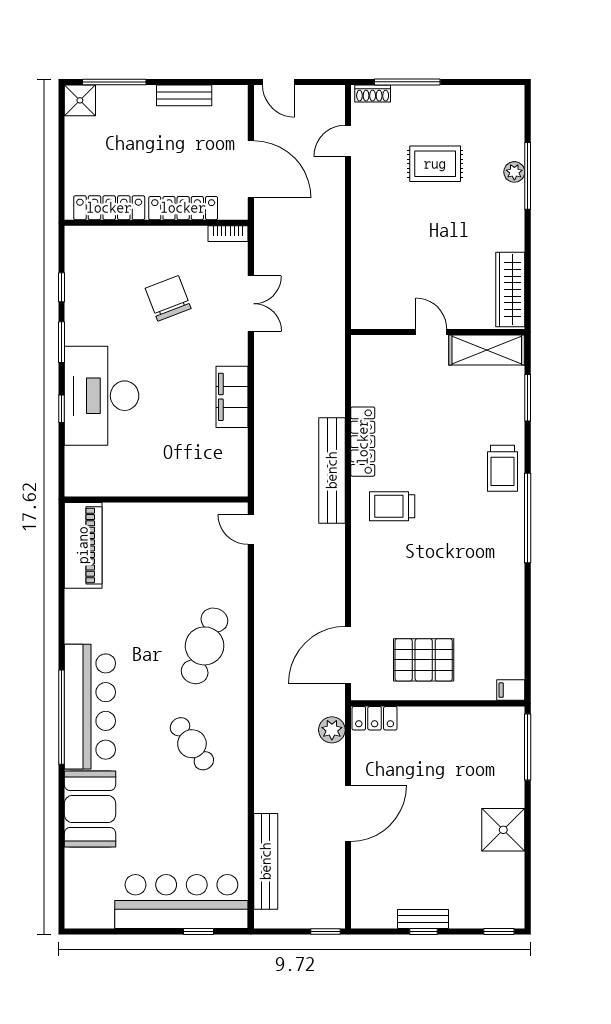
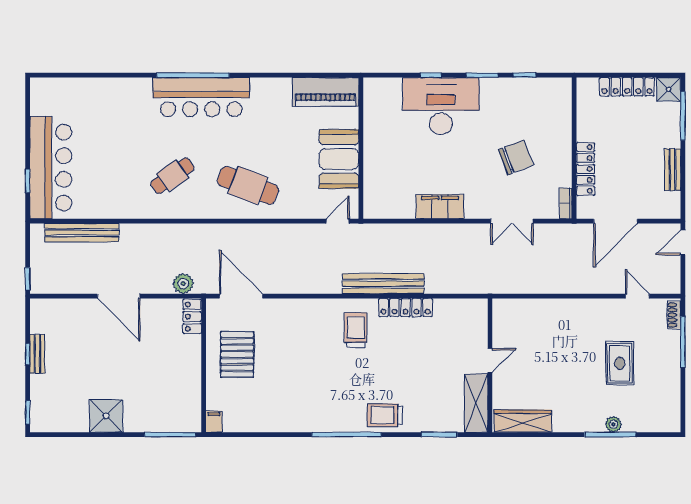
locker: (109, 208) -> (627, 87), moved, turned 90
booth: (90, 809) -> (339, 159), moved, turned 90

